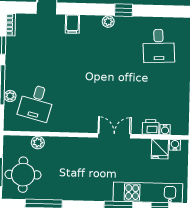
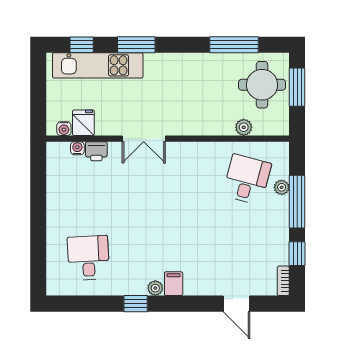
filing cabinet: (72, 24) -> (174, 284), moved

